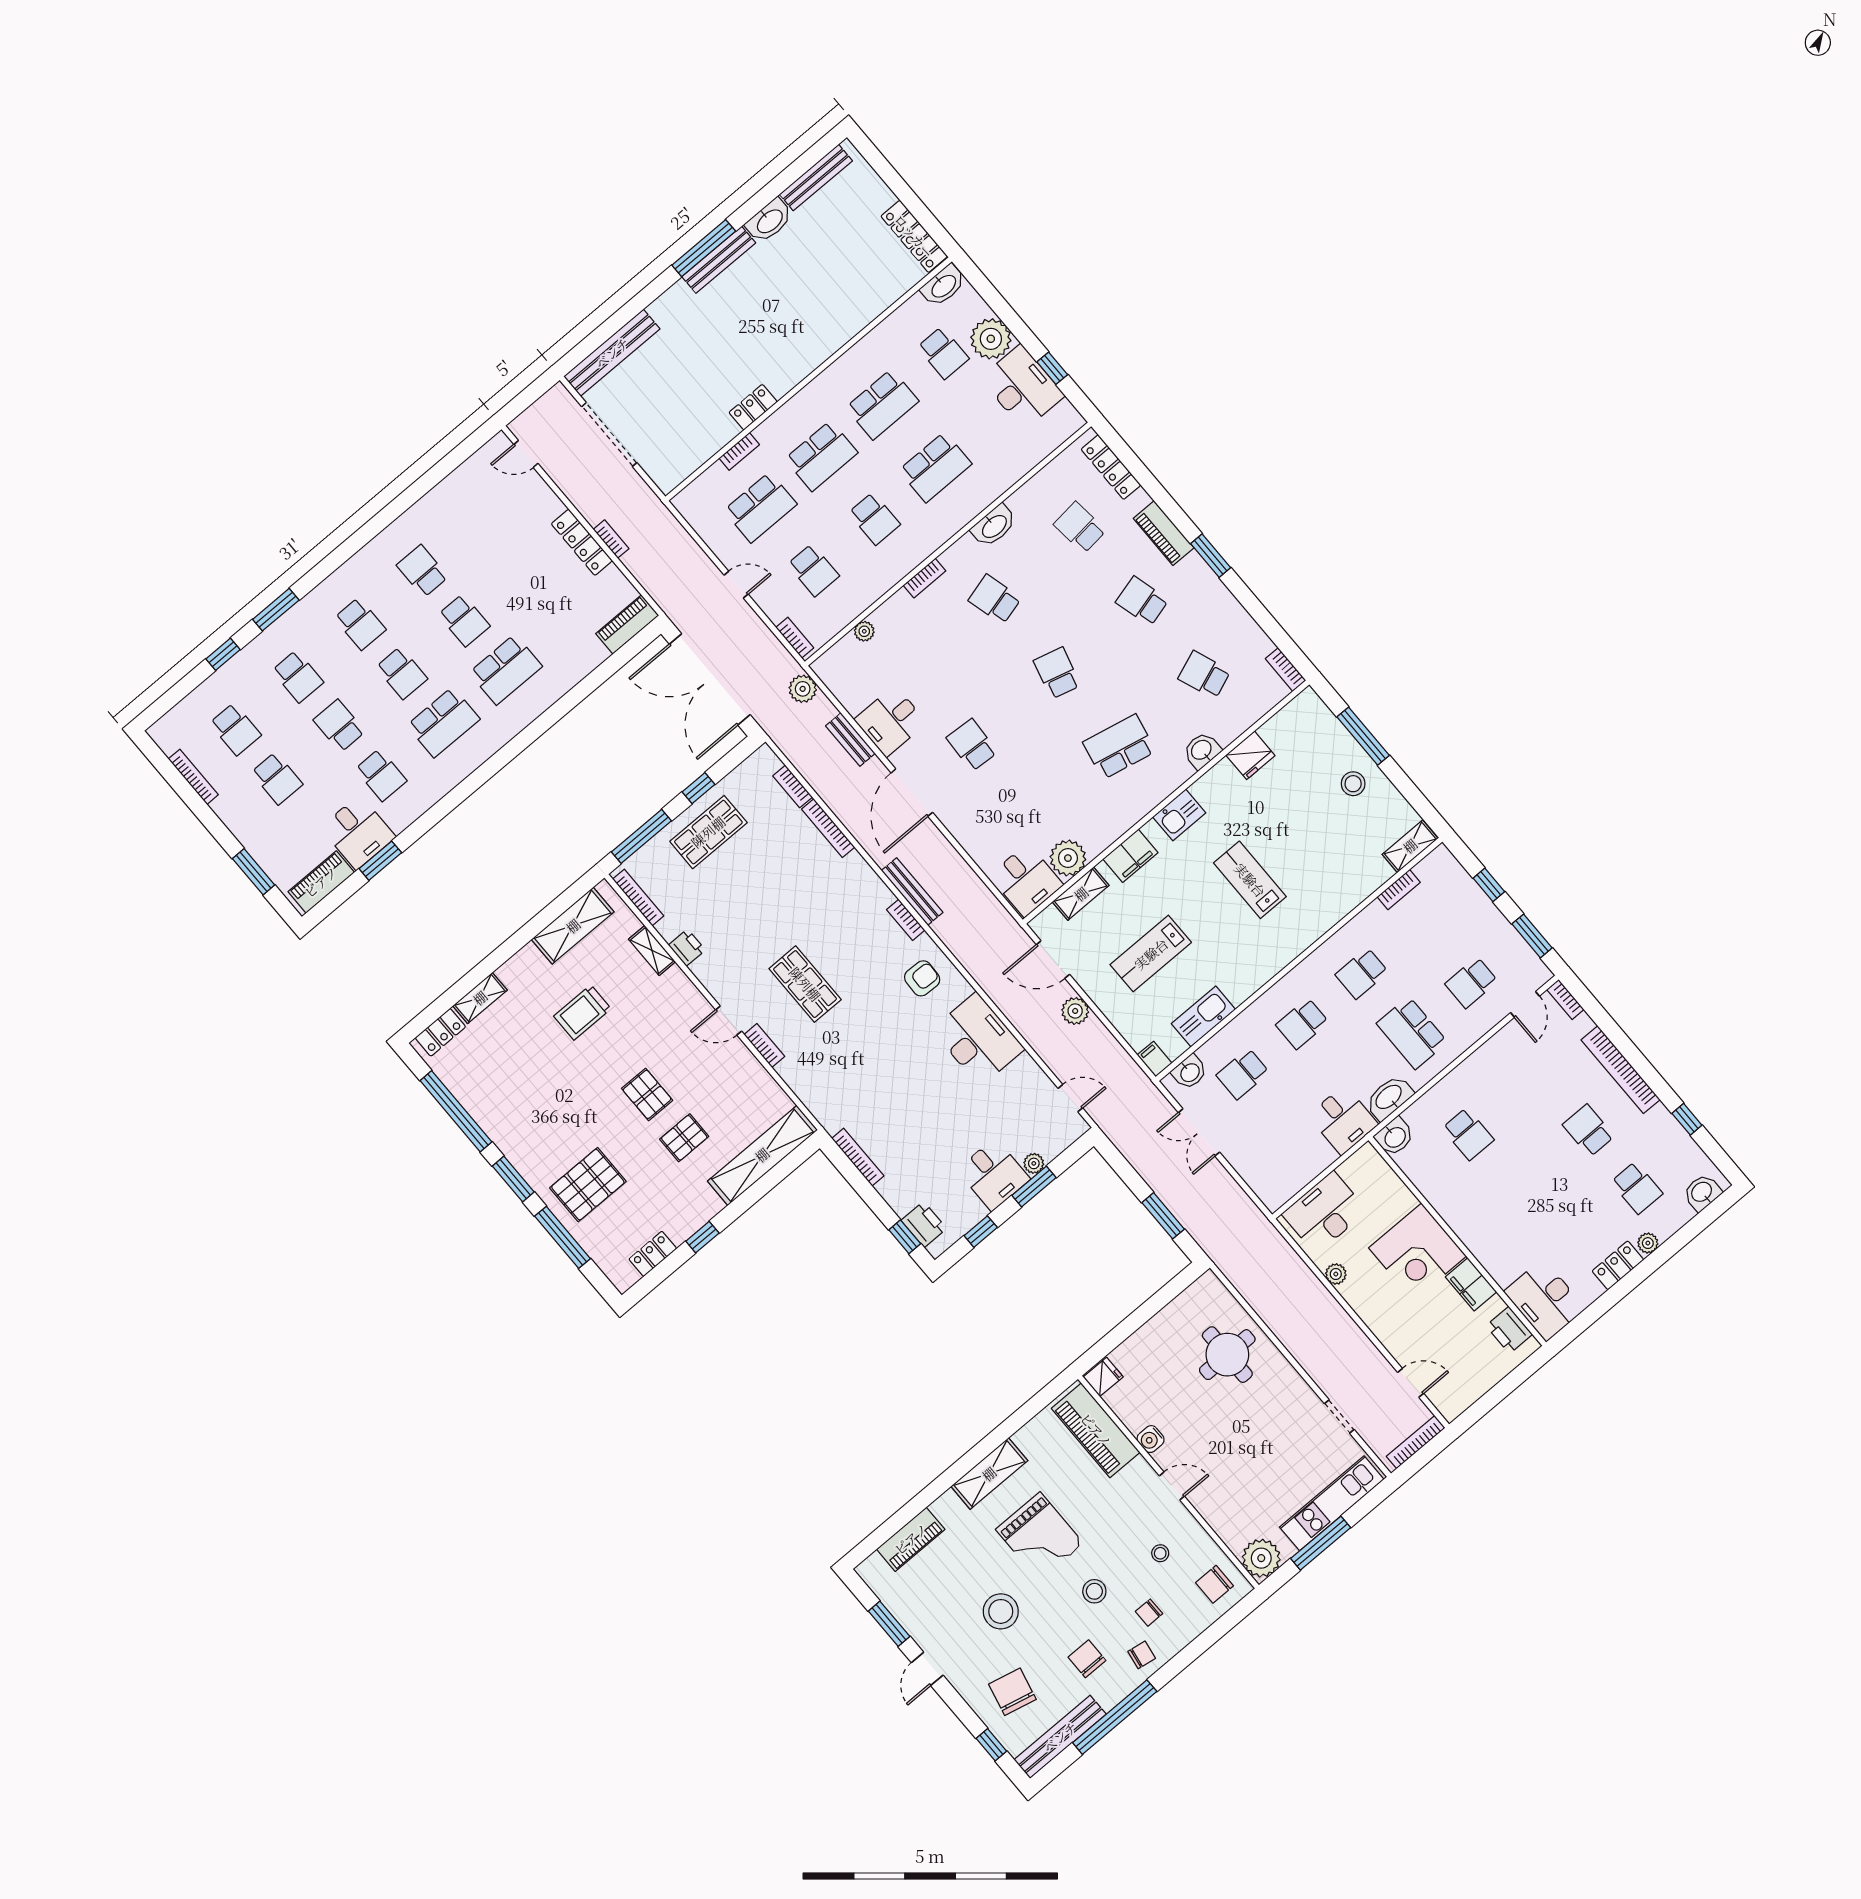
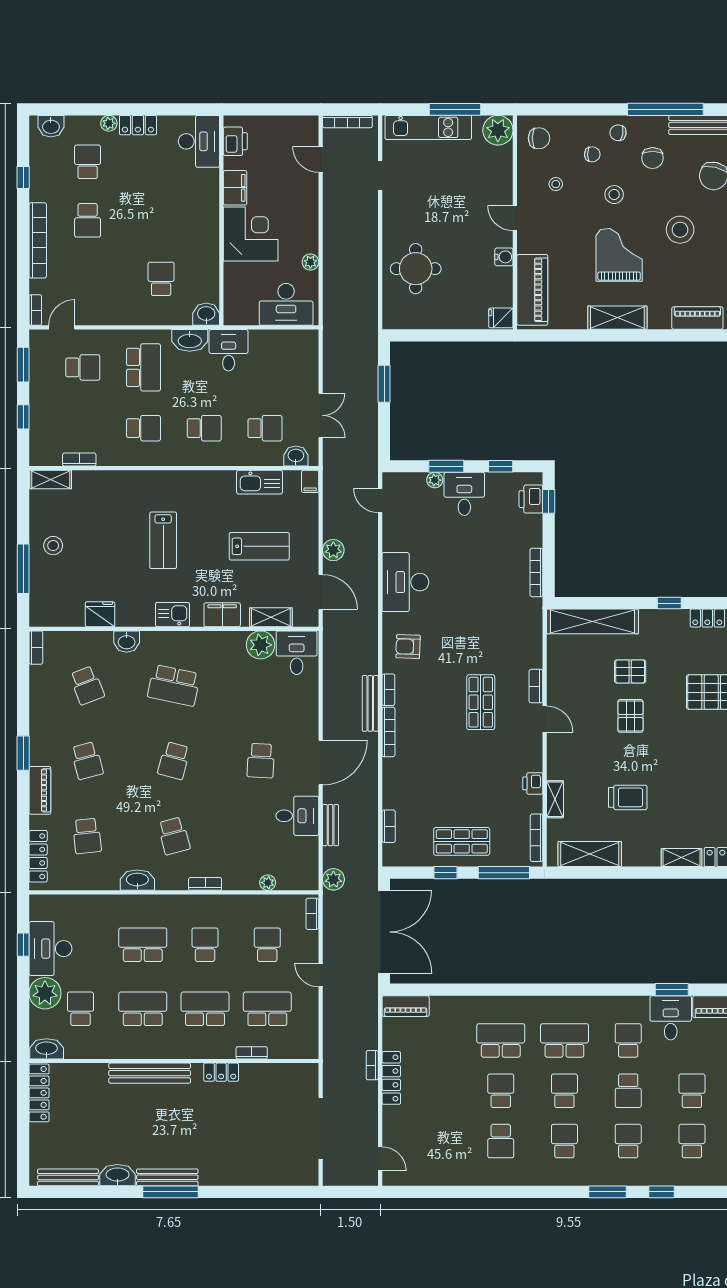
bench: (612, 353) -> (150, 1073), moved
bookcase: (828, 828) -> (388, 732), moved

